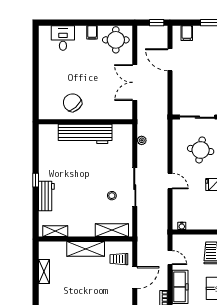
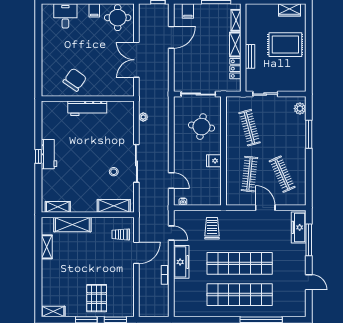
door: (170, 60) -> (171, 37), swing flipped
chair: (72, 103) -> (75, 80), turned 77
workbench: (85, 134) -> (87, 108), width x0.73, depth x0.76
door: (170, 181) -> (171, 181), moved
workbench: (46, 196) -> (49, 154), moved
shelving: (86, 249) -> (72, 224), moved

